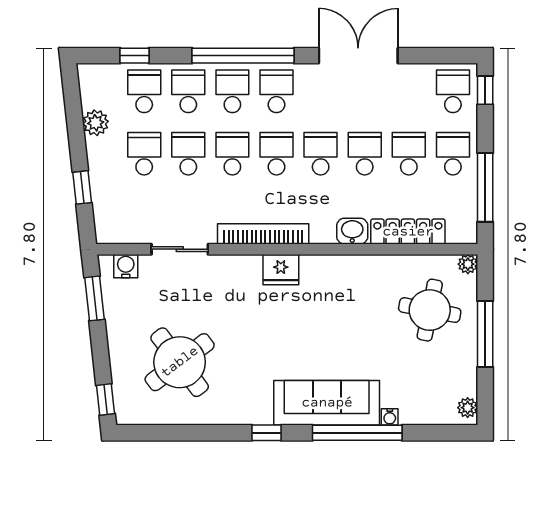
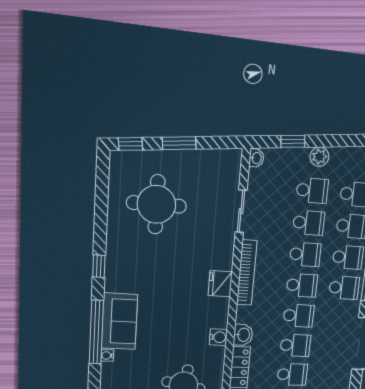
plant: (96, 123) -> (319, 157), moved
washbasin: (108, 235) -> (256, 158), added
water cooler: (126, 266) -> (218, 337), moved
window: (94, 298) -> (179, 143), moved
round table: (180, 362) -> (156, 204), turned 37
sofa: (327, 403) -> (119, 321), width x0.73

